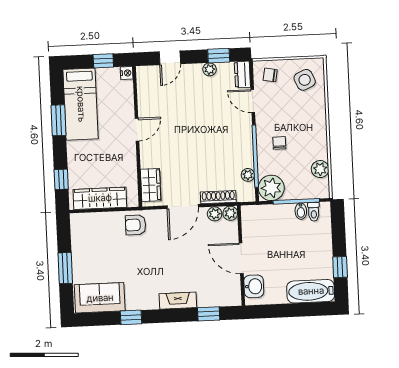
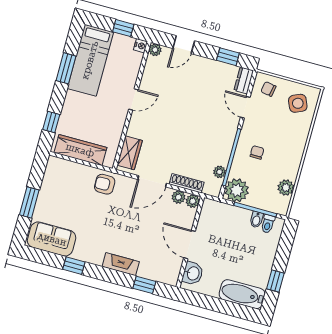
plant: (210, 69) -> (155, 50), moved

